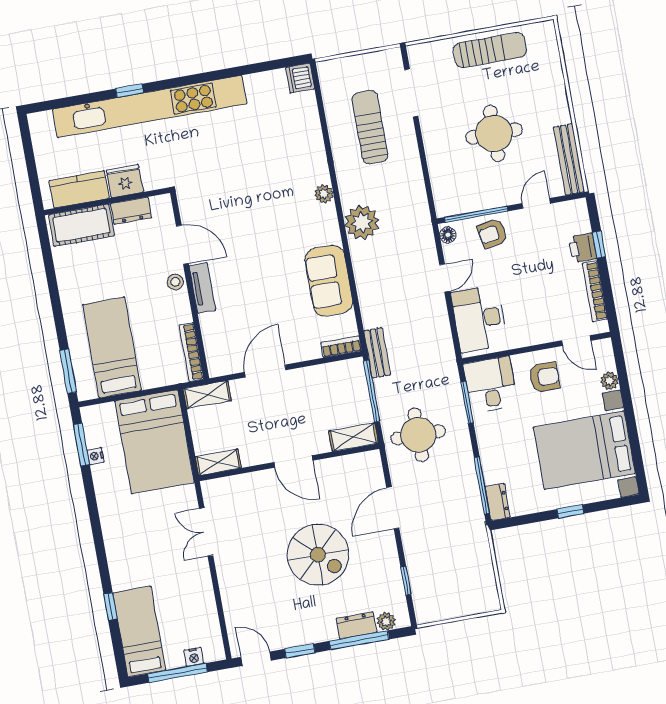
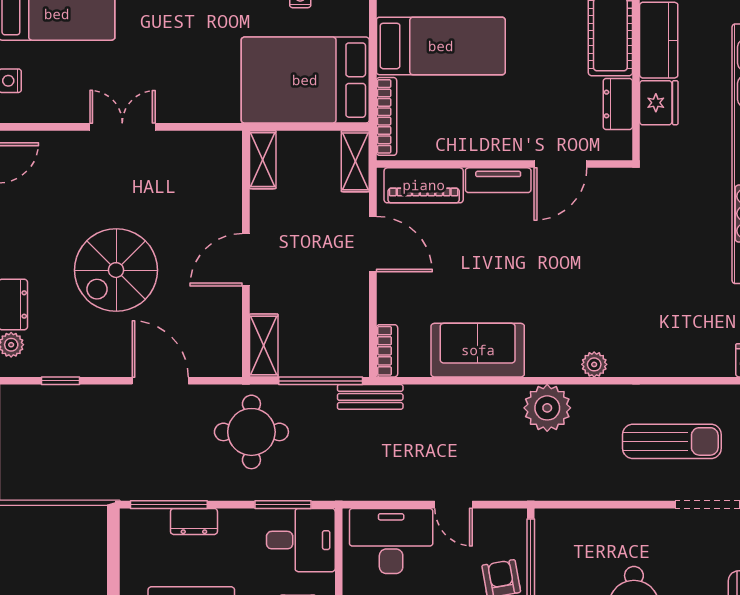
floor lamp: (448, 235) -> (510, 519), removed
stool: (175, 282) -> (513, 146), removed
piano: (216, 342) -> (424, 185), added
bookcase: (191, 352) -> (387, 116), moved, turned 90
dresser: (498, 502) -> (194, 521), moved
double door: (206, 532) -> (122, 127), moved

